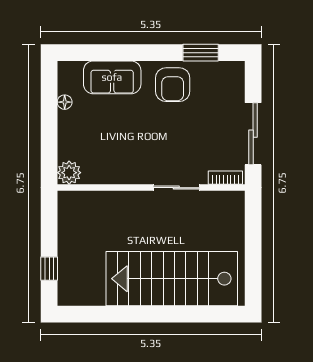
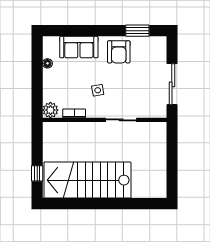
side table: (141, 143) -> (98, 90), added
bookcase: (225, 178) -> (74, 113), moved
stairs: (172, 279) -> (87, 180), moved

